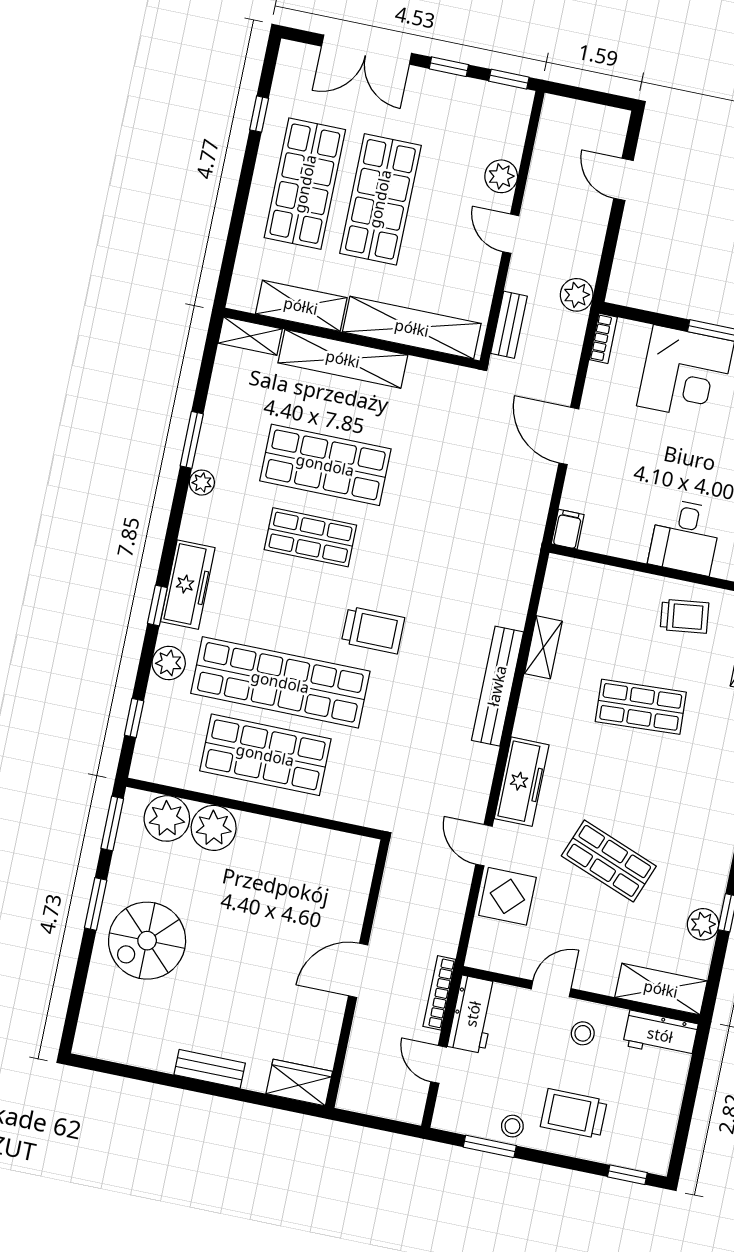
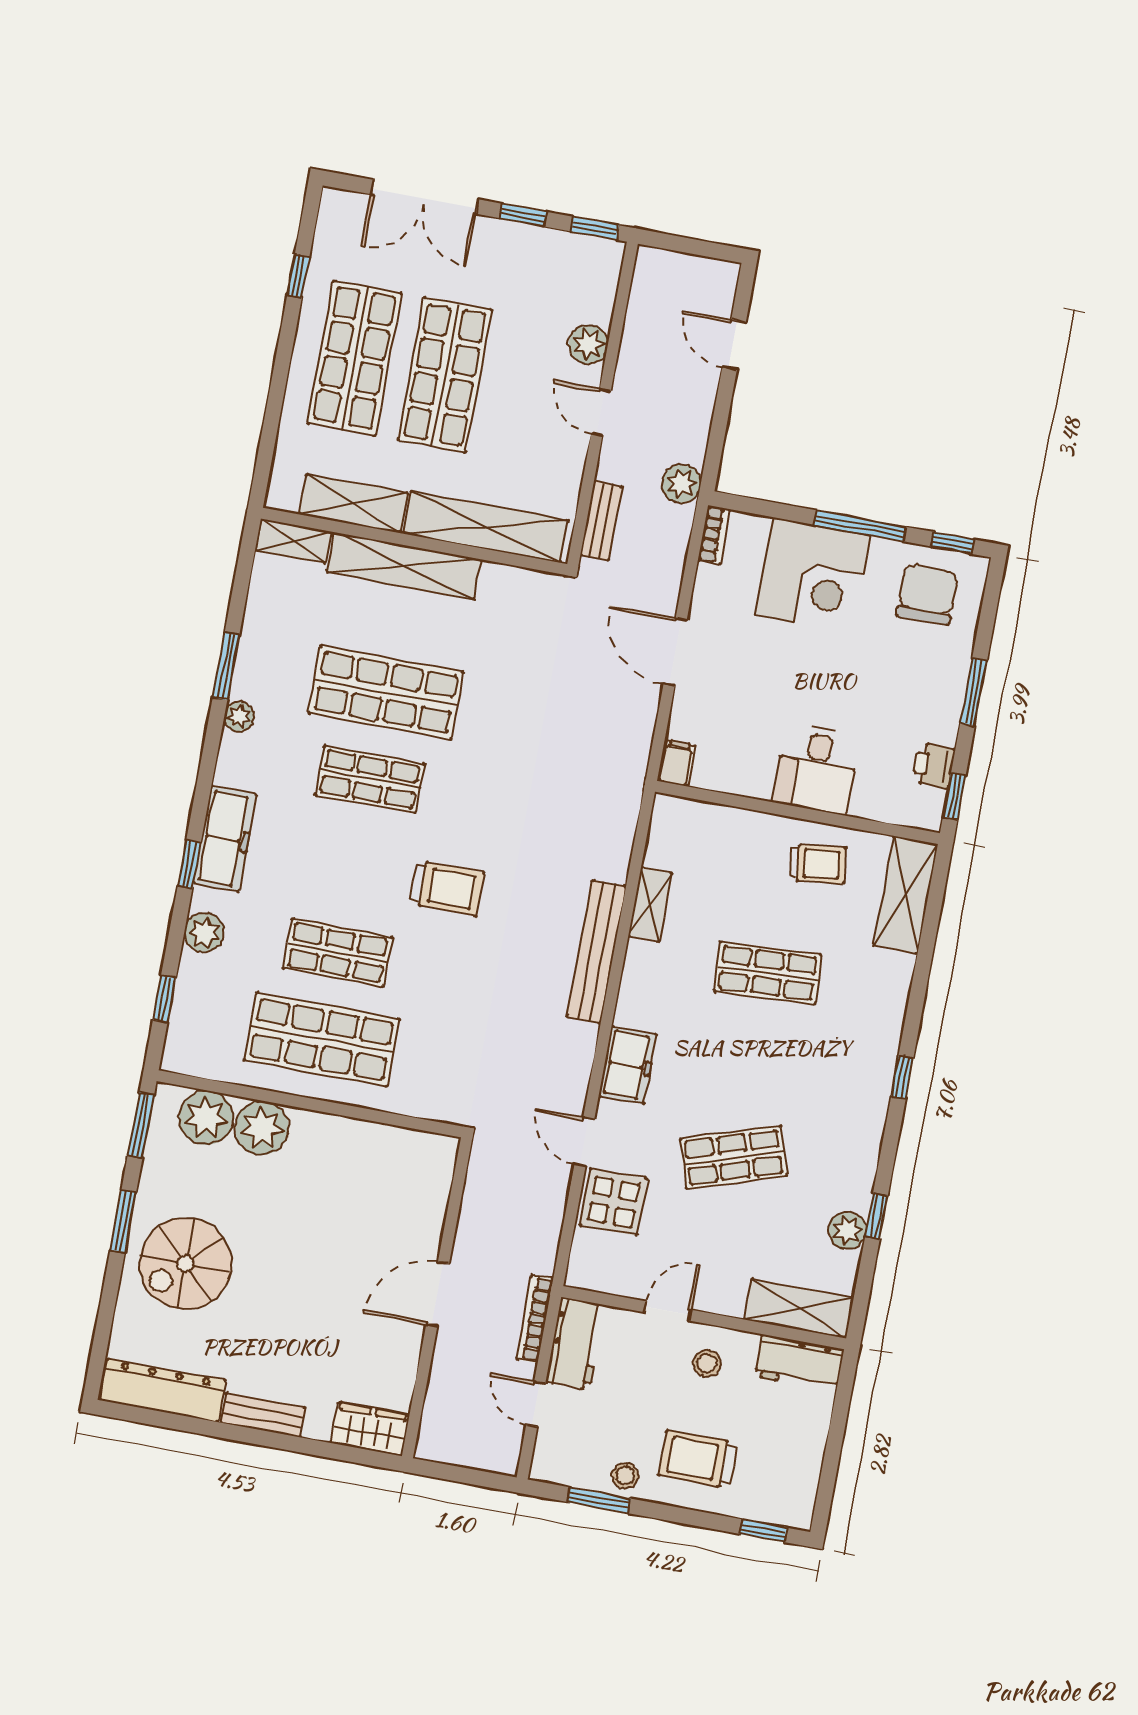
shop shelf: (280, 682) -> (338, 953), width x0.50, depth x0.74
freezer: (522, 782) -> (628, 1065), width x0.71
shop shelf: (609, 861) -> (734, 1157), turned -39
dresser: (126, 1046) -> (163, 1390), added

